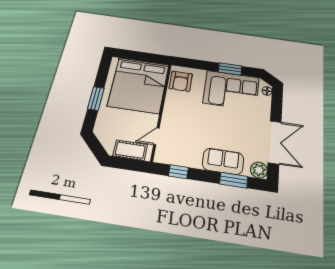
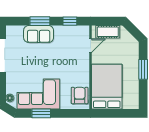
bed: (139, 85) -> (107, 87), width x0.73
plant: (259, 170) -> (12, 31), removed
window: (234, 180) -> (40, 21), moved

